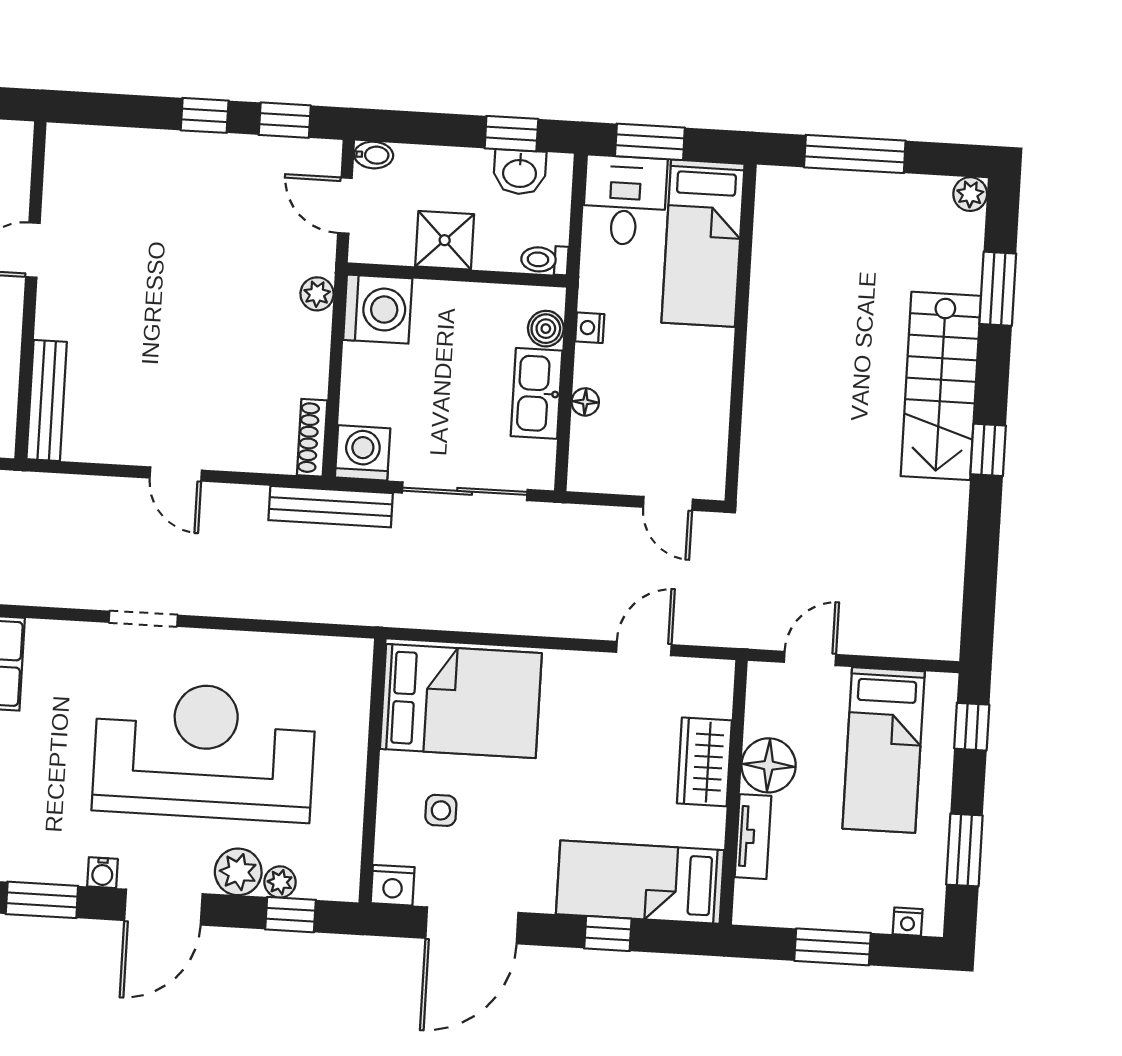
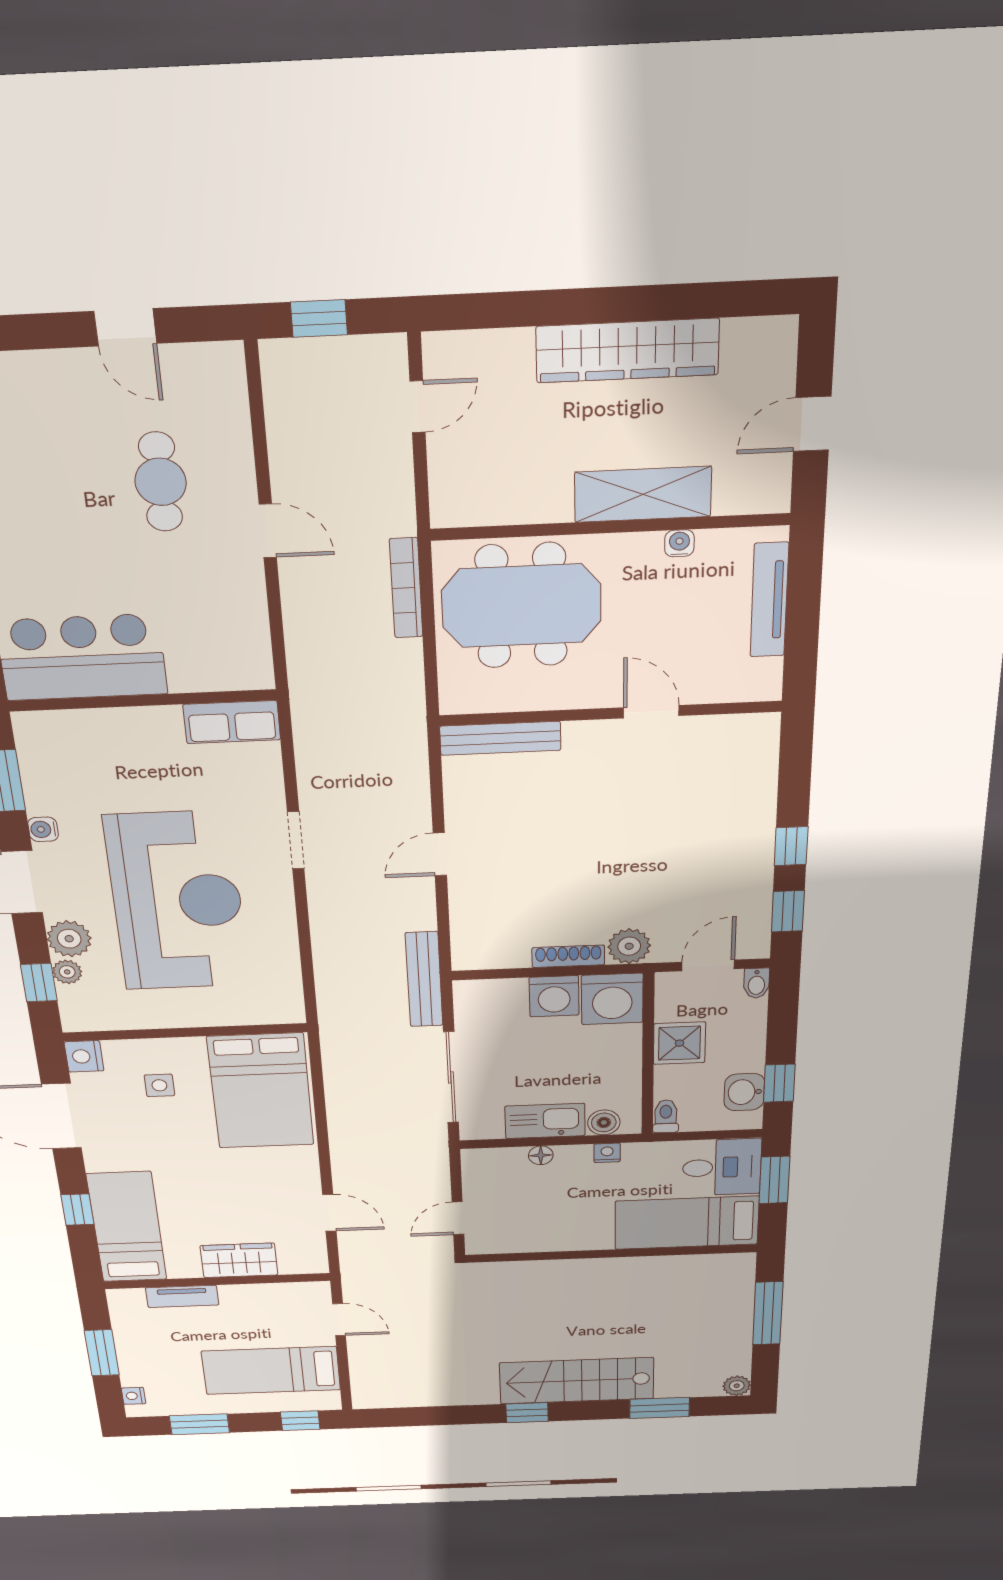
plant: (317, 294) -> (629, 946), width x1.38, depth x1.38
shoe rack: (312, 438) -> (568, 956), moved
washing machine: (363, 453) -> (554, 996), moved, turned 90
floor lamp: (769, 765) -> (244, 1301), removed

